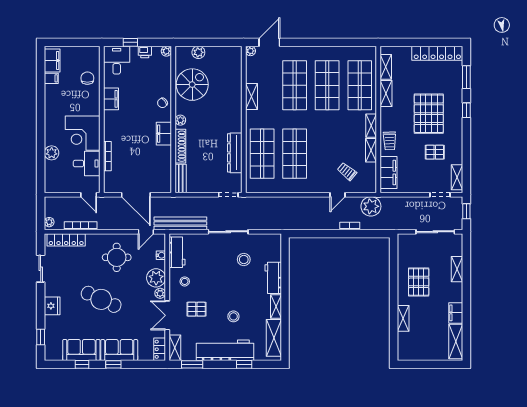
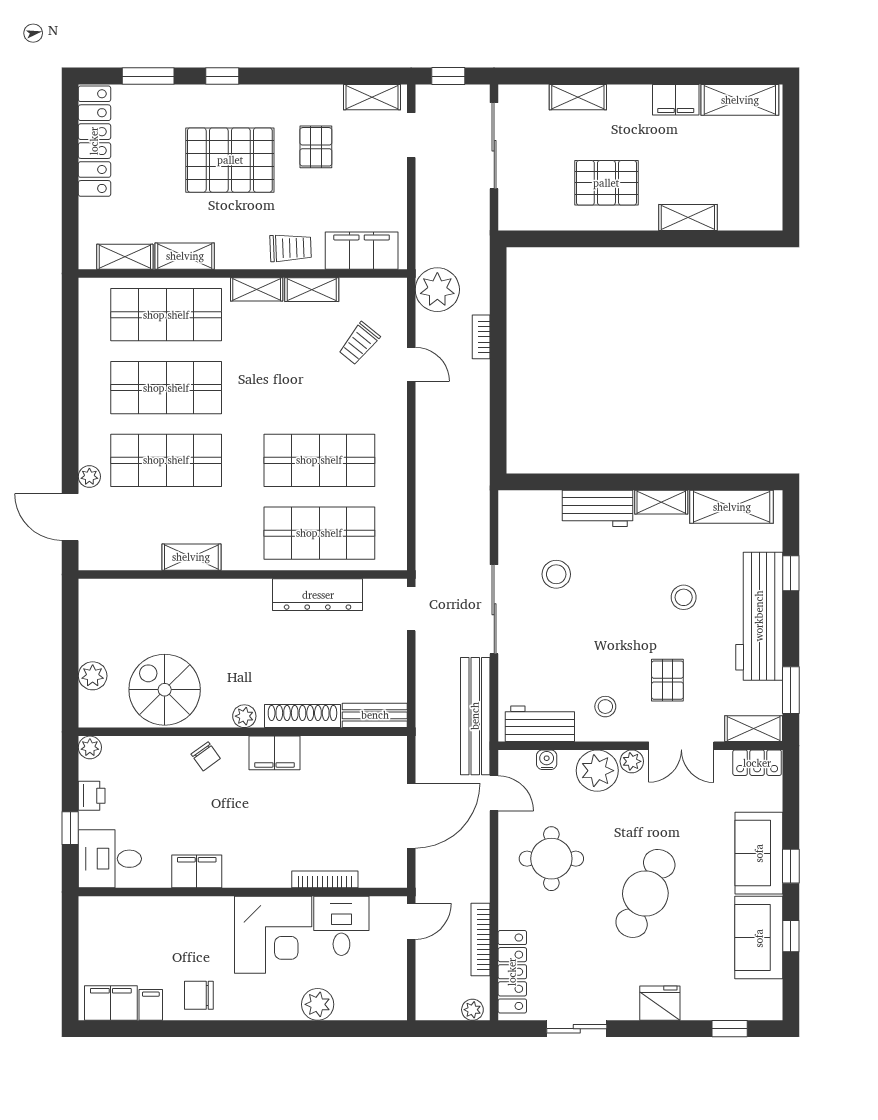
plant: (250, 51) -> (89, 477), moved
chair: (87, 78) -> (199, 995), moved

